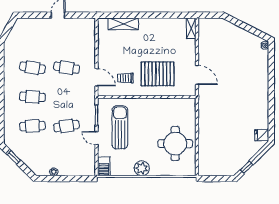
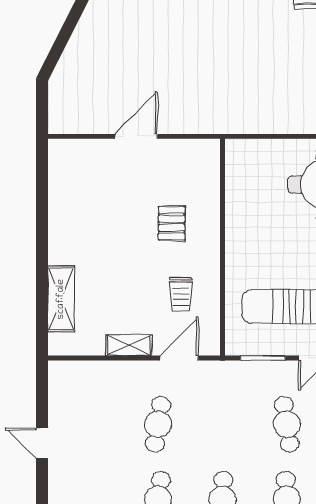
shelving: (191, 28) -> (129, 345), moved
pallet: (158, 74) -> (172, 223), width x0.49, depth x0.50
door: (197, 75) -> (136, 136), moved

